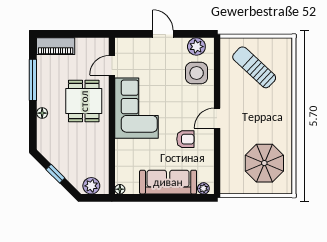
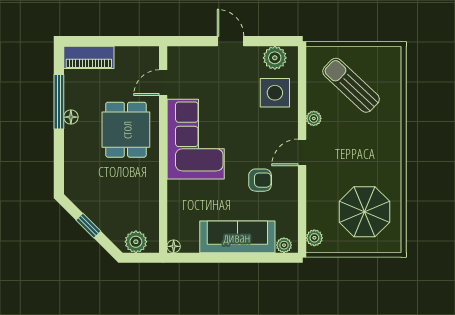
plant: (226, 92) -> (314, 118), added
floor lamp: (42, 113) -> (71, 117), moved
plant: (226, 183) -> (314, 238), added

